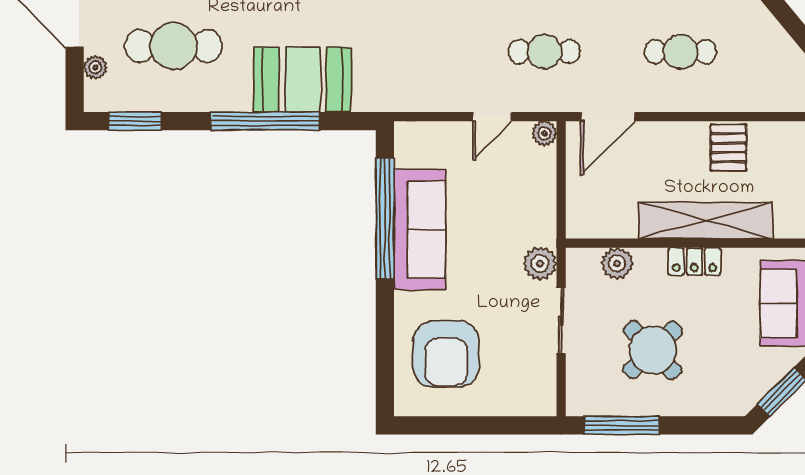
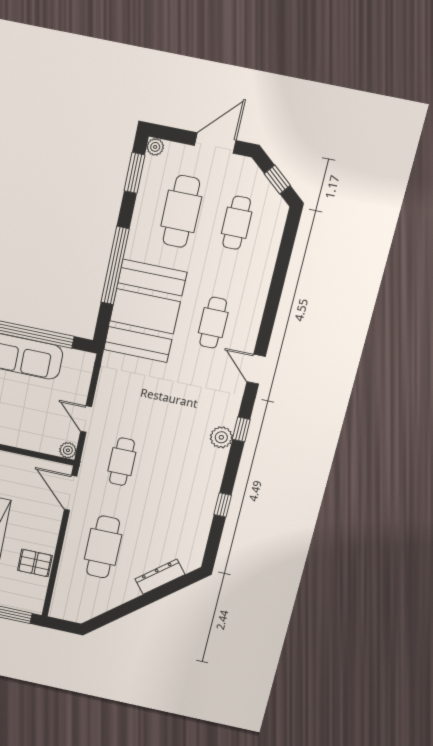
cafe table: (681, 52) -> (103, 547), width x1.37, depth x1.35
plant: (95, 67) -> (155, 147), moved
booth: (302, 80) -> (145, 311), width x1.36, depth x1.42

